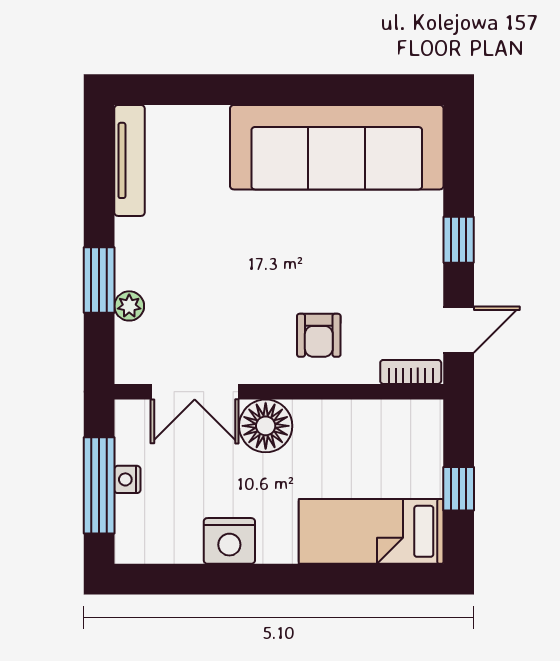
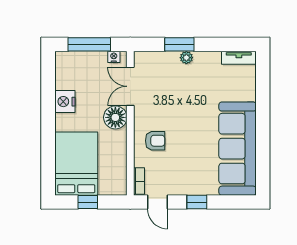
tv unit: (129, 160) -> (239, 58), width x0.71
plant: (129, 306) -> (186, 58), moved
armchair: (319, 335) -> (155, 141), turned 180
nightstand: (127, 479) -> (114, 57), moved
bed: (371, 531) -> (76, 164), width x1.50

